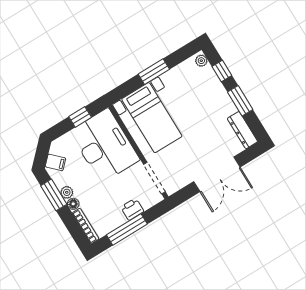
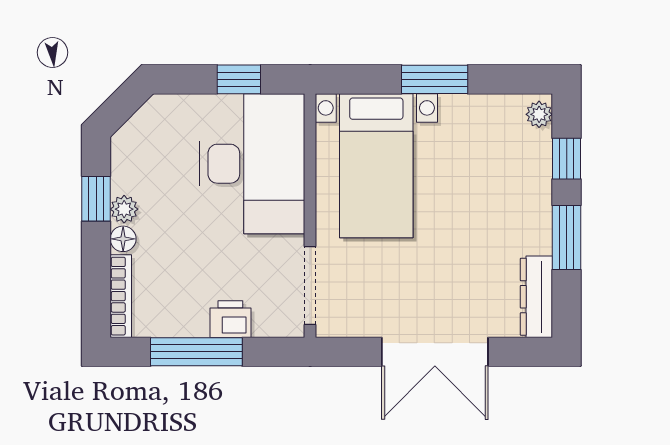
filing cabinet: (55, 162) -> (138, 138), removed
window: (54, 195) -> (96, 199), width x0.67

